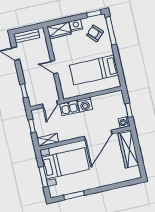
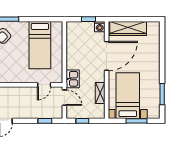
door: (54, 67) -> (44, 85), moved
washing machine: (85, 105) -> (73, 62), removed
door: (98, 135) -> (107, 56), hinge flipped
shelving: (48, 140) -> (100, 93), moved

